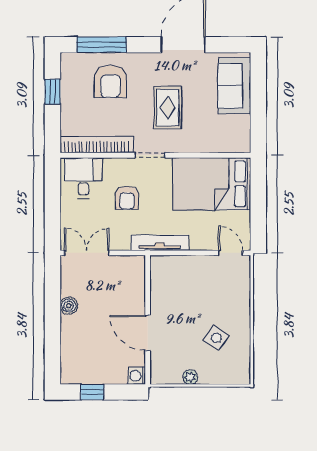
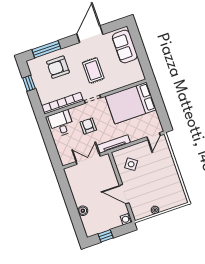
armchair: (110, 82) -> (58, 67), turned 90
armchair: (127, 198) -> (88, 126), turned 180
double door: (87, 253) -> (88, 159), moved
door: (230, 253) -> (154, 136), swing flipped
boiler: (69, 306) -> (83, 211), moved
side table: (216, 338) -> (131, 164), moved

